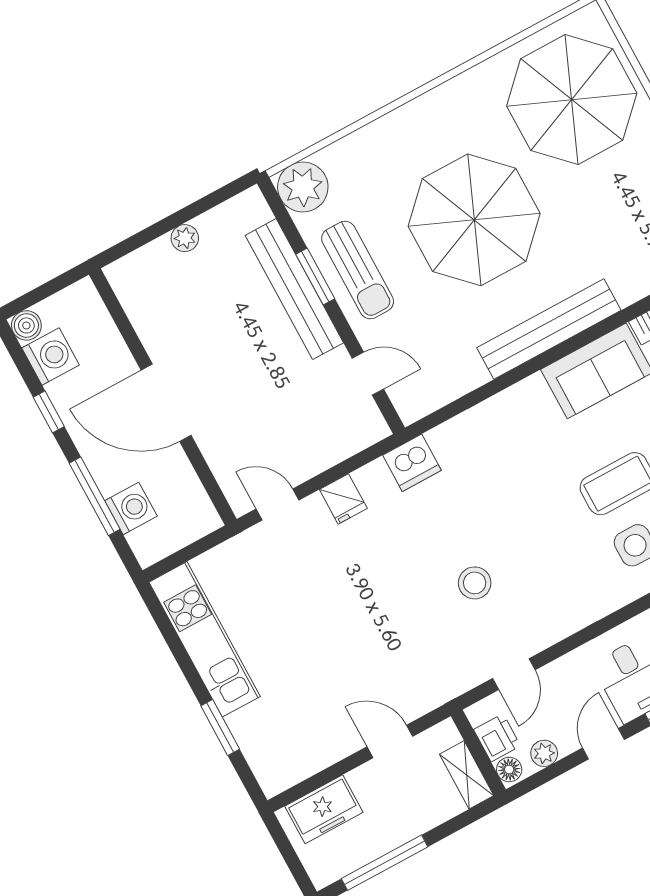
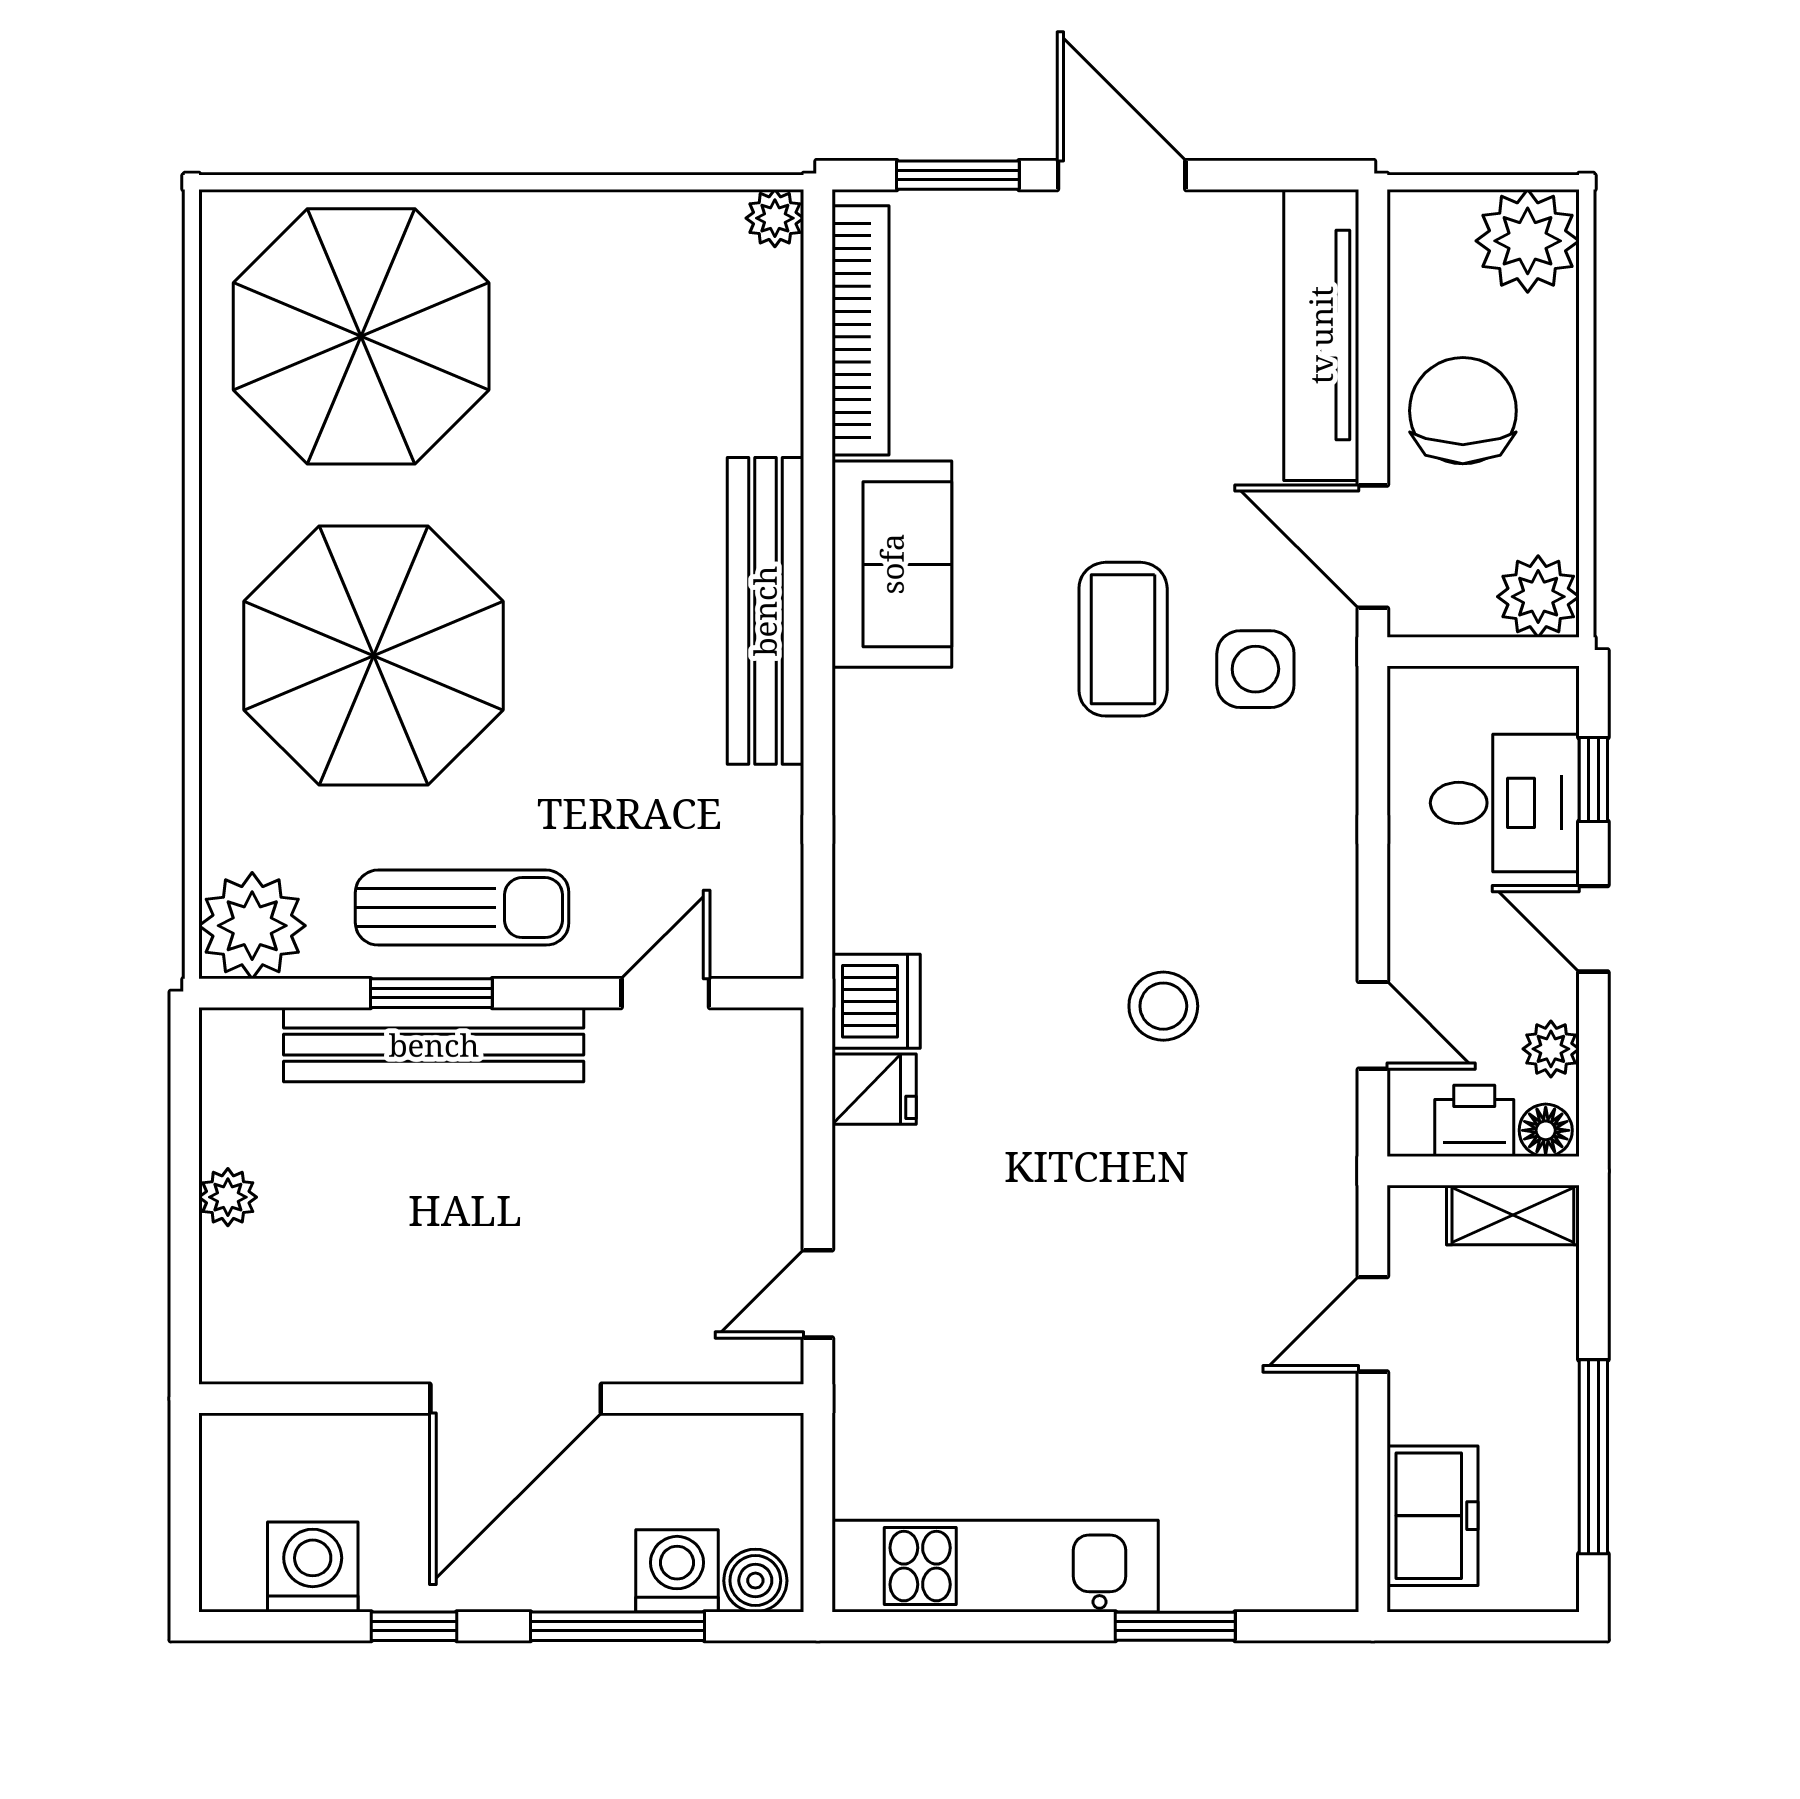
parasol: (474, 220) -> (374, 656), moved
boiler: (26, 325) -> (755, 1581), moved
fridge: (343, 499) -> (874, 1089), moved

